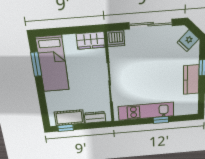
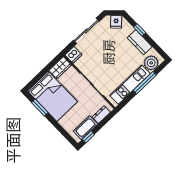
bed: (53, 64) -> (52, 96), width x1.50
plant: (183, 107) -> (151, 63), added
window: (161, 120) -> (145, 83), width x2.17

